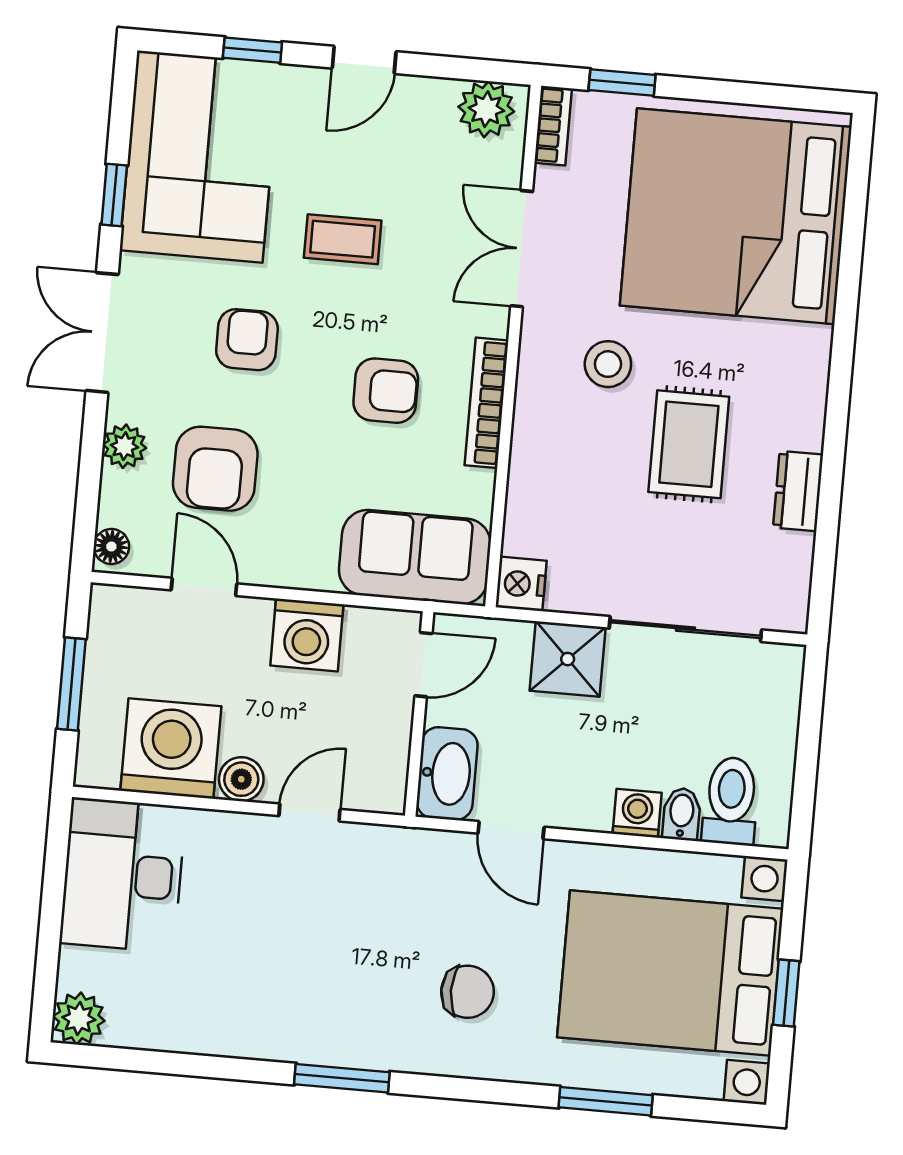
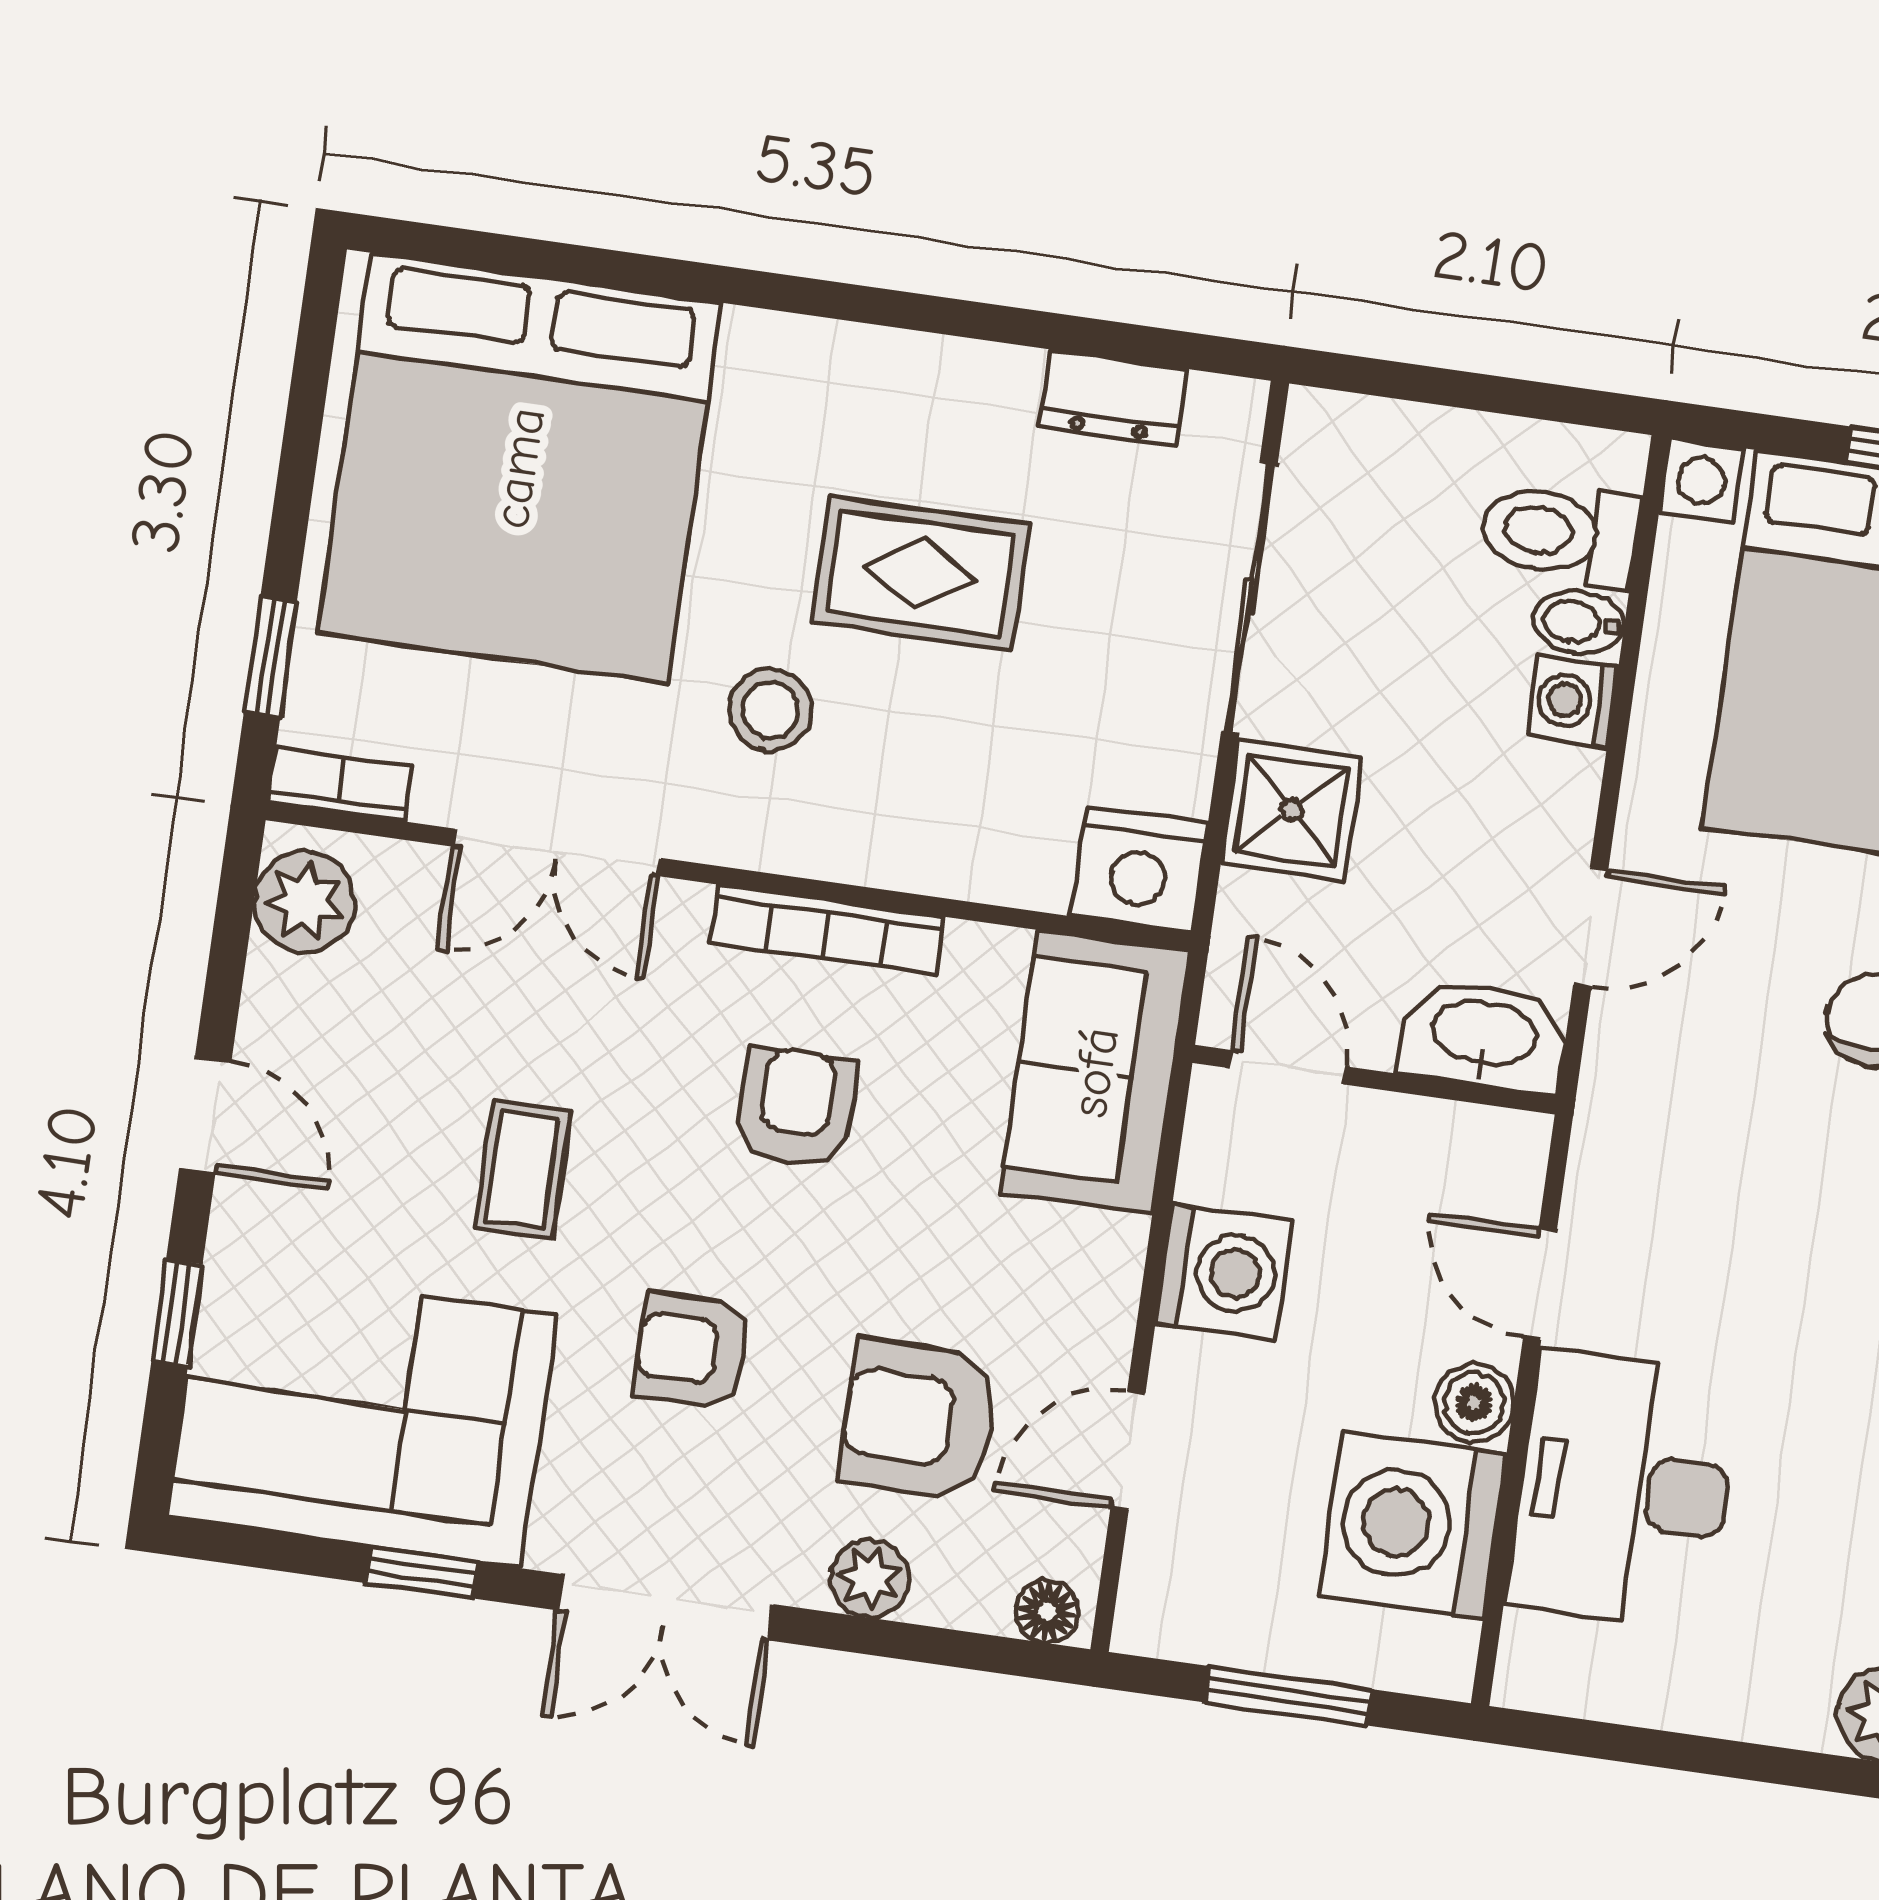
armchair: (215, 469) -> (919, 1419), turned 180
dresser: (798, 491) -> (1113, 398), moved
nightstand: (521, 584) -> (1139, 870), width x1.36, depth x1.33
desk: (123, 875) -> (1624, 1489), moved, turned 90

